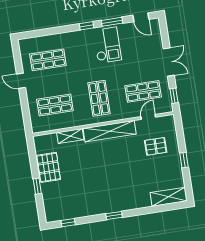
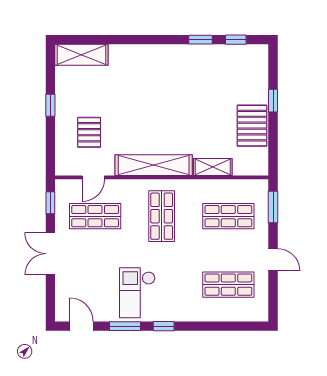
window: (26, 116) -> (273, 207), added
pallet: (156, 146) -> (89, 132), turned 90
window: (114, 215) -> (200, 40), moved

